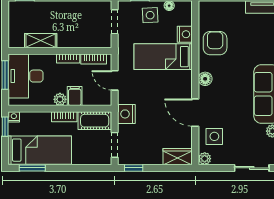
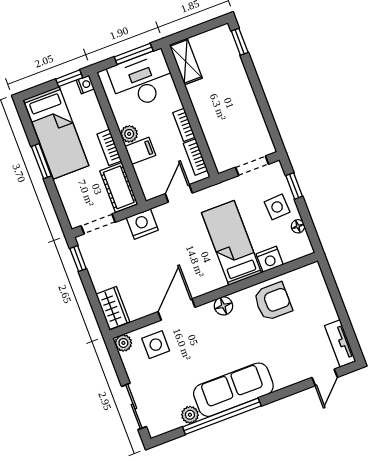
shelving: (41, 41) -> (186, 62), moved
window: (32, 168) -> (41, 161), moved

